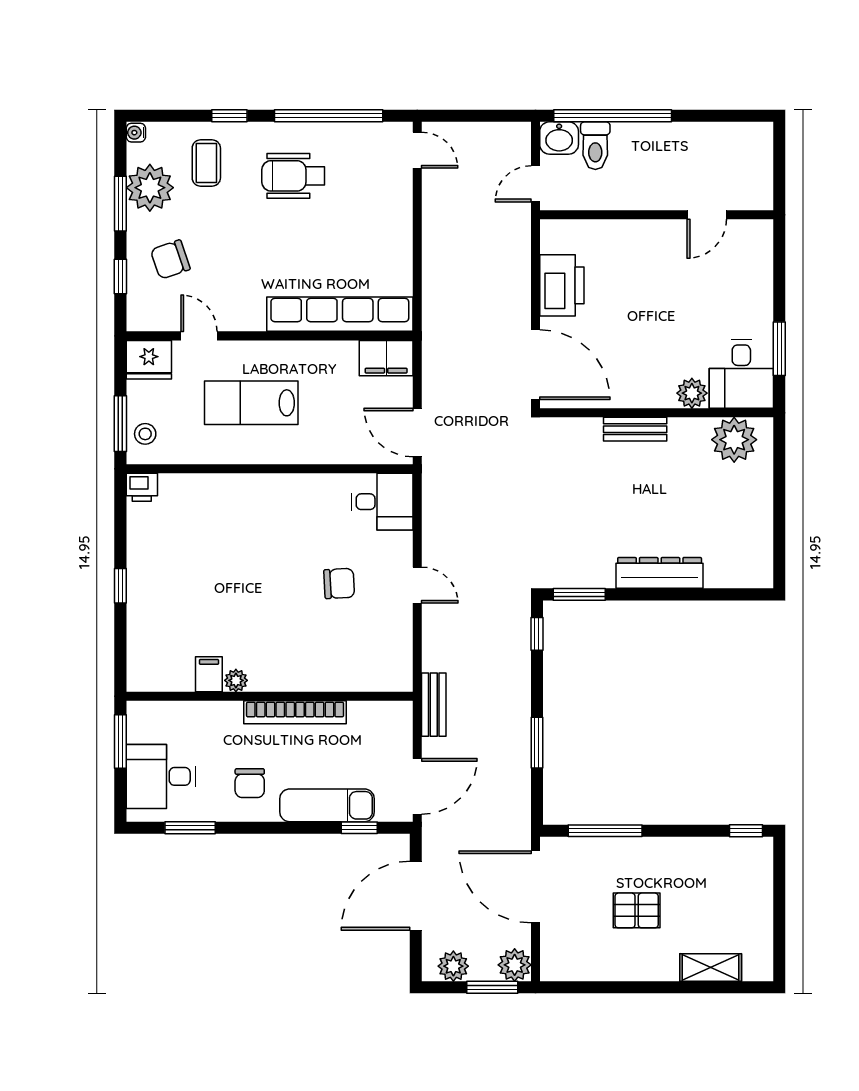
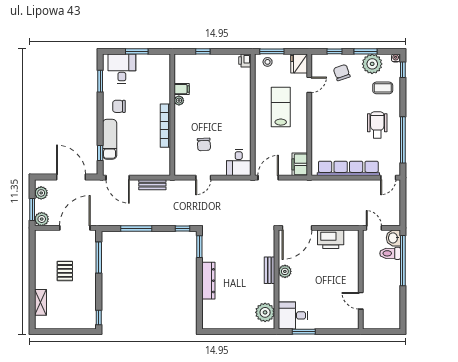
window: (229, 116) -> (403, 70), moved
row of seats: (340, 314) -> (348, 168), moved, turned -90
plant: (692, 393) -> (285, 271), moved
filing cabinet: (209, 674) -> (182, 89), moved
plant: (236, 680) -> (179, 101), moved
wall: (270, 696) -> (172, 115), moved
bookcase: (295, 712) -> (165, 126), moved
window: (537, 743) -> (136, 229), width x1.44

